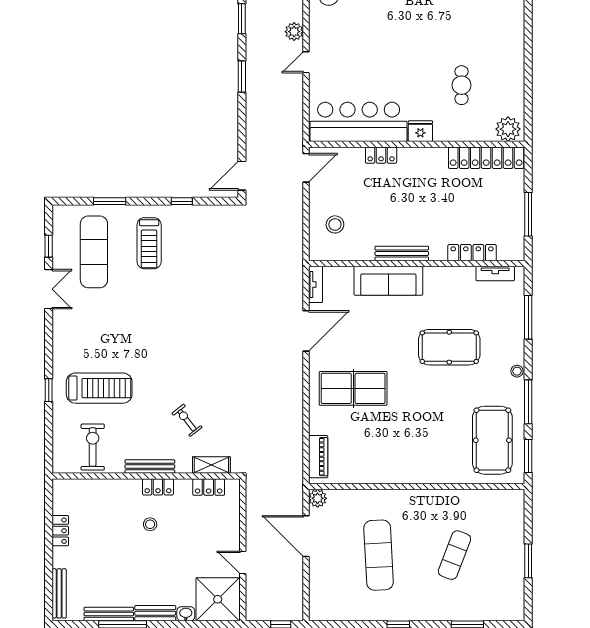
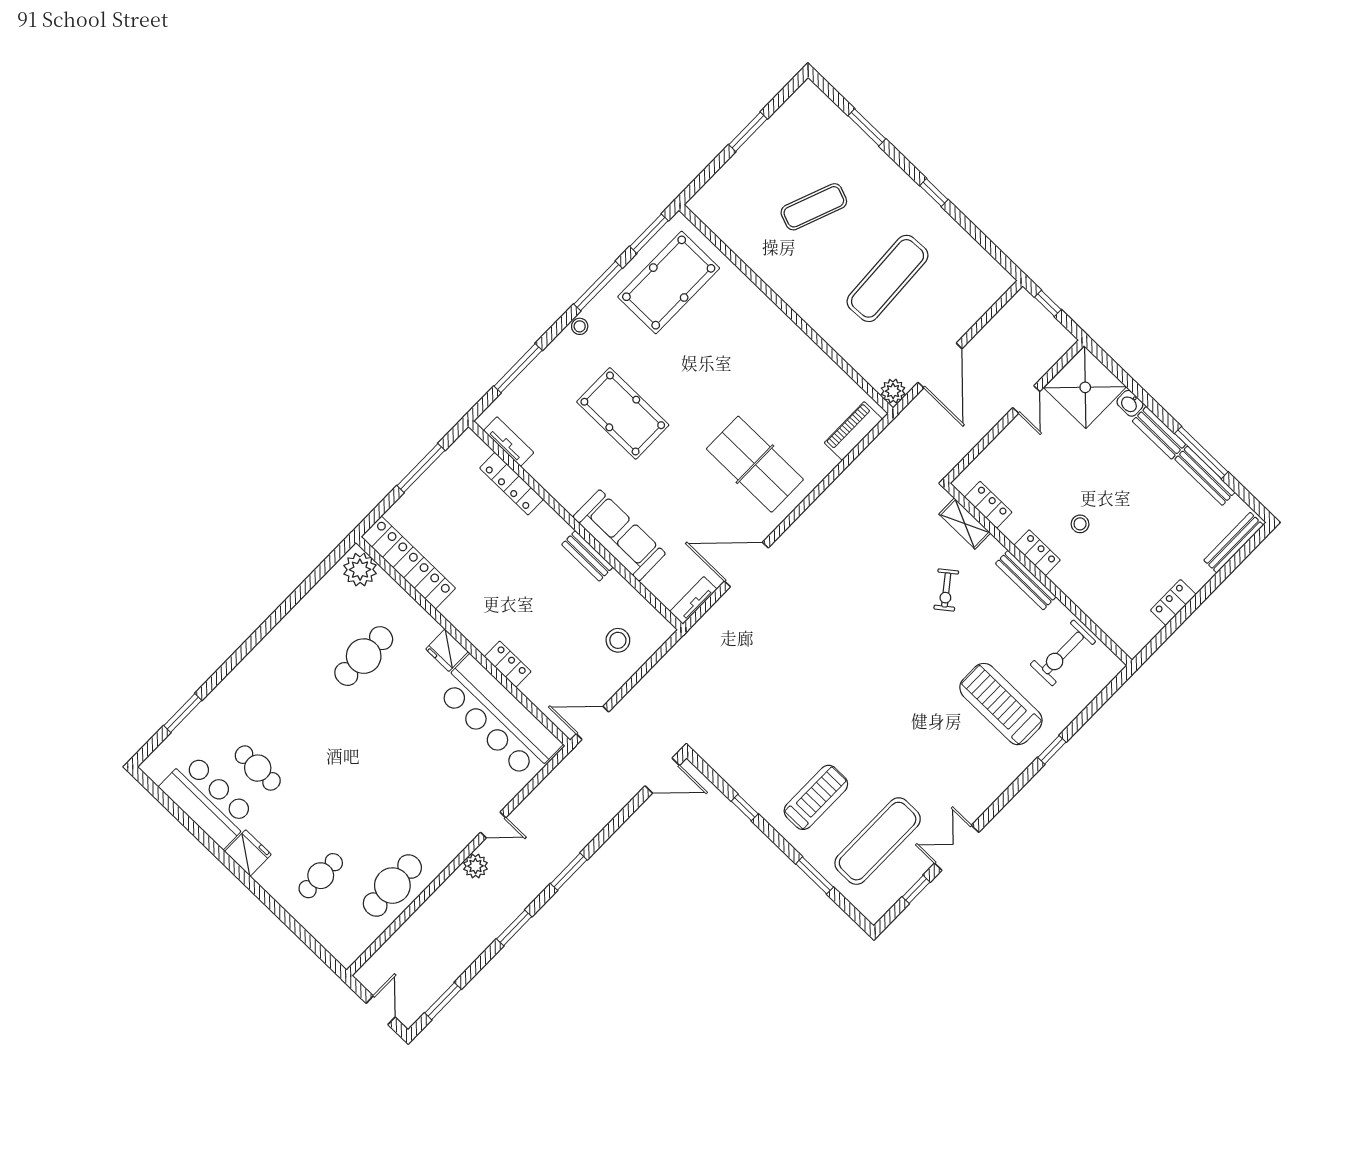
cafe table: (462, 85) -> (364, 656), width x1.37, depth x1.35
bench: (402, 253) -> (587, 556), width x0.73

